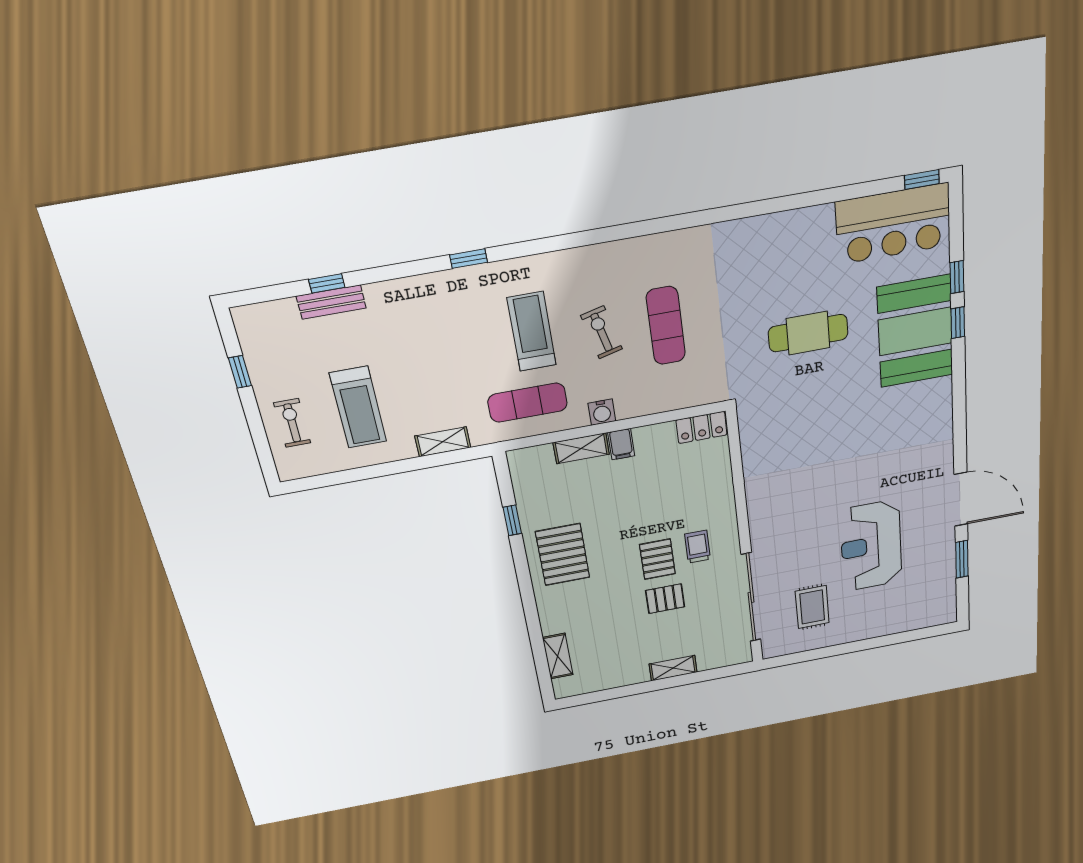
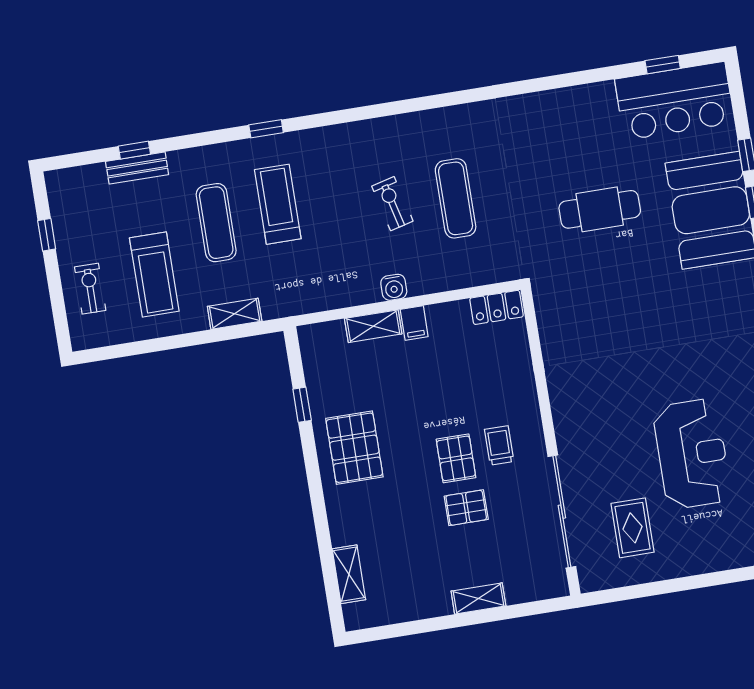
window: (922, 180) -> (663, 65), moved
treadmill: (532, 331) -> (278, 204), moved
exercise mat: (528, 403) -> (216, 223), moved, turned 90
reception desk: (871, 546) -> (692, 454), turned 180

